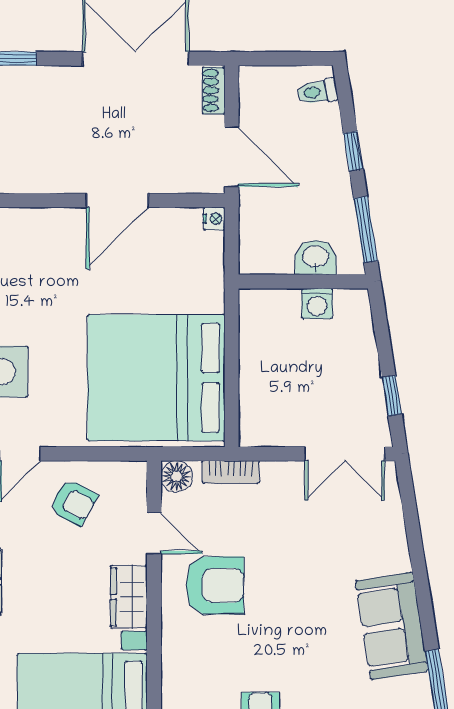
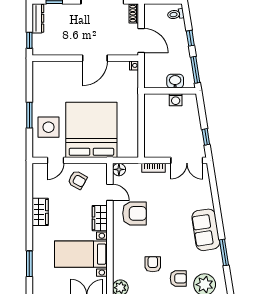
bed: (156, 378) -> (91, 130), moved, turned 90
bookcase: (231, 472) -> (154, 168), moved

